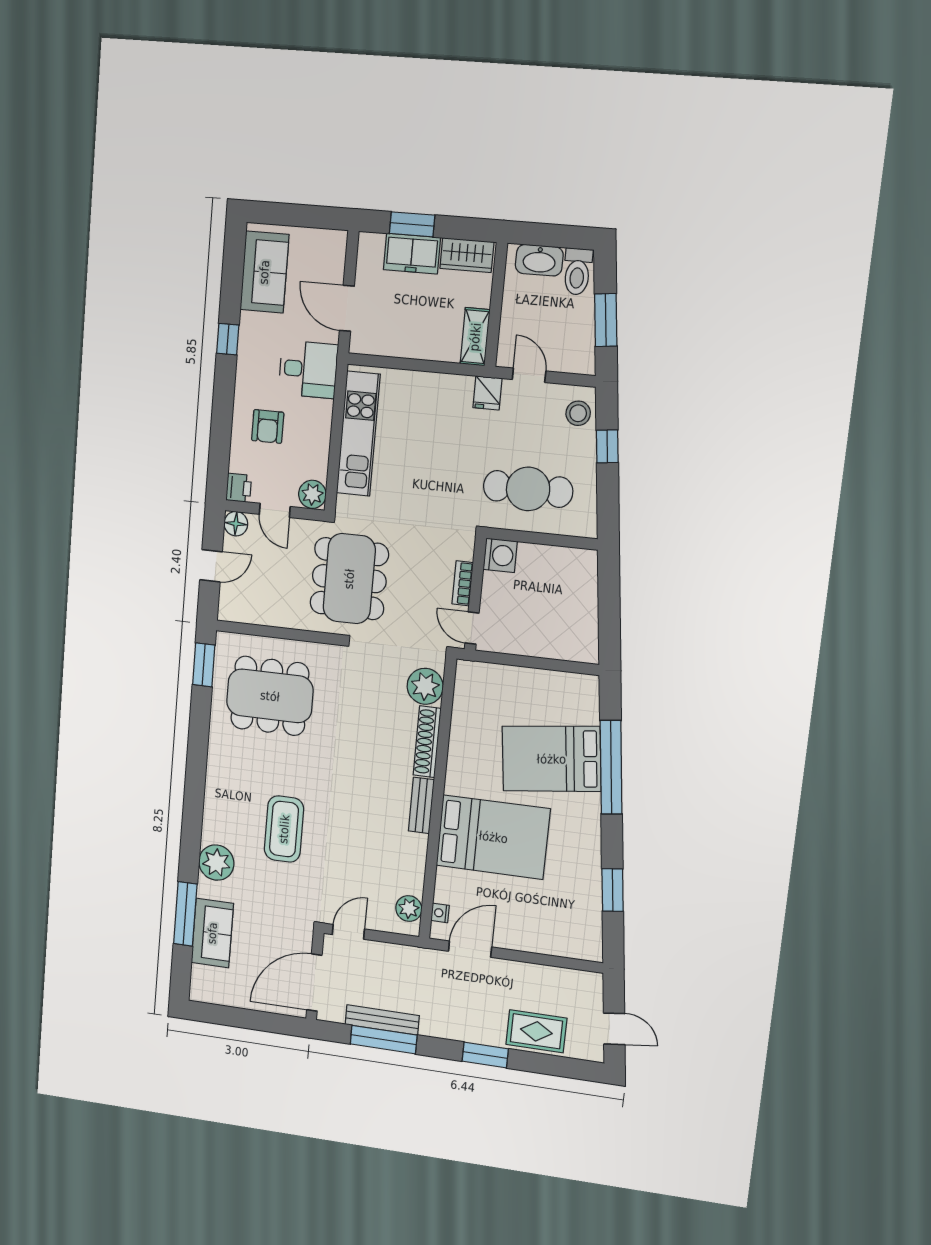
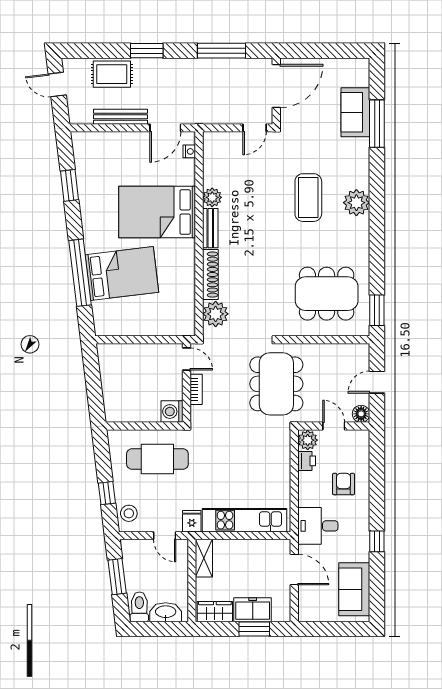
kitchen unit: (358, 434) -> (244, 520), moved, turned 90
printer: (239, 488) -> (307, 461), moved, turned 180
plant: (216, 863) -> (356, 203), moved
plant: (409, 909) -> (212, 197), moved
bench: (382, 1020) -> (120, 117), moved

